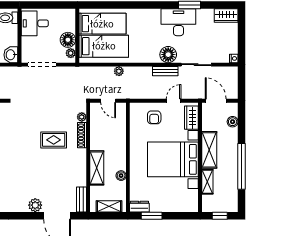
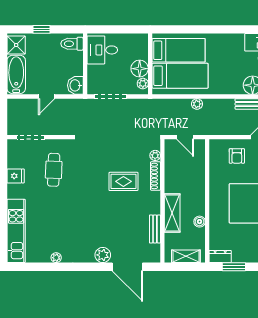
bench: (81, 199) -> (155, 229), moved

